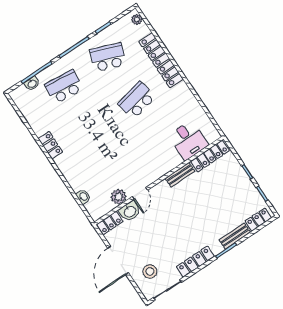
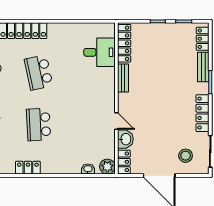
school desk: (93, 130) -> (39, 125), added
plant: (119, 197) -> (107, 167), moved

